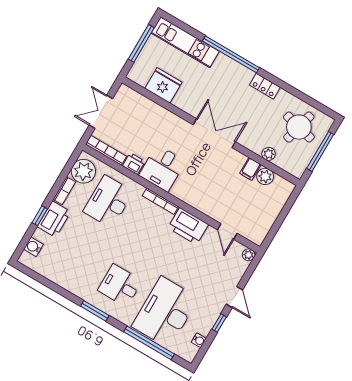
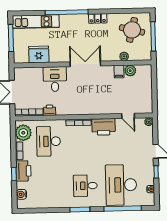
desk: (162, 168) -> (55, 79), moved, turned 180

